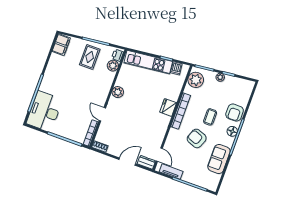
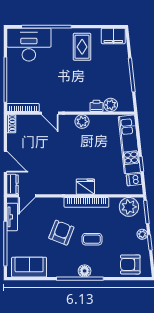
printer: (118, 55) -> (96, 106), moved
rug: (90, 57) -> (82, 47), moved, turned 90
armchair: (235, 113) -> (130, 264), moved
door: (102, 114) -> (50, 113), swing flipped
sofa: (219, 159) -> (29, 267), moved

